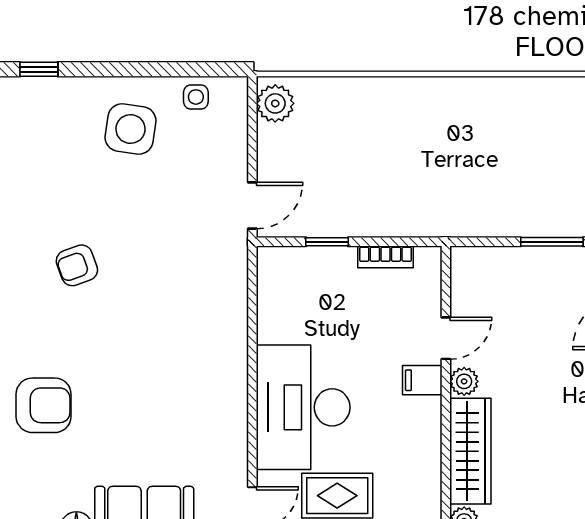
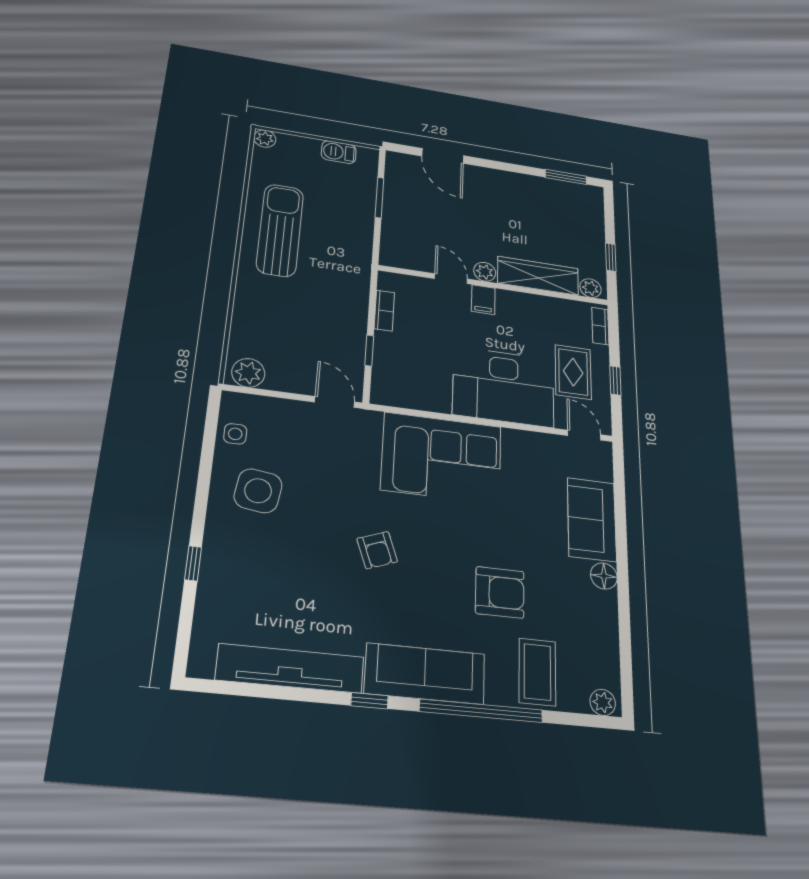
sun lounger: (479, 122) -> (280, 230), added
corner sofa: (199, 334) -> (442, 458), added
armchair: (44, 405) -> (500, 592), turned 90

